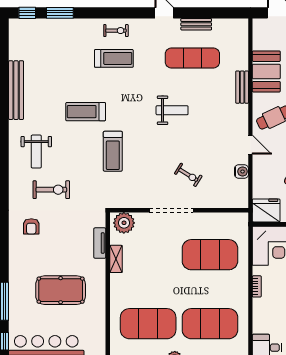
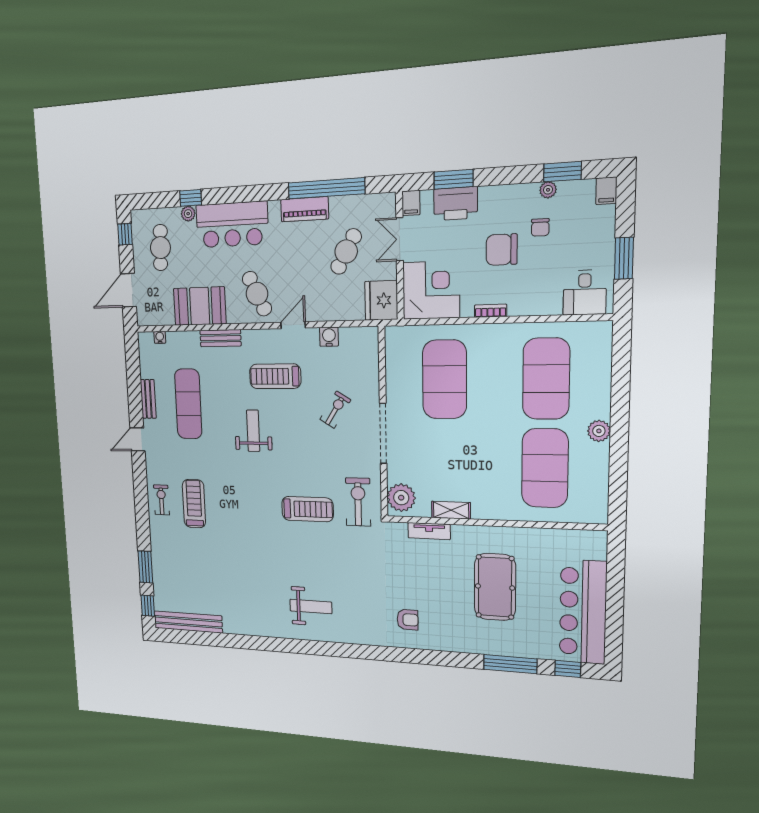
water cooler: (244, 37) -> (160, 337), added
bench: (16, 90) -> (188, 622), moved
treadmill: (86, 112) -> (275, 376), moved, turned 90
exercise bike: (51, 190) -> (358, 502), moved

